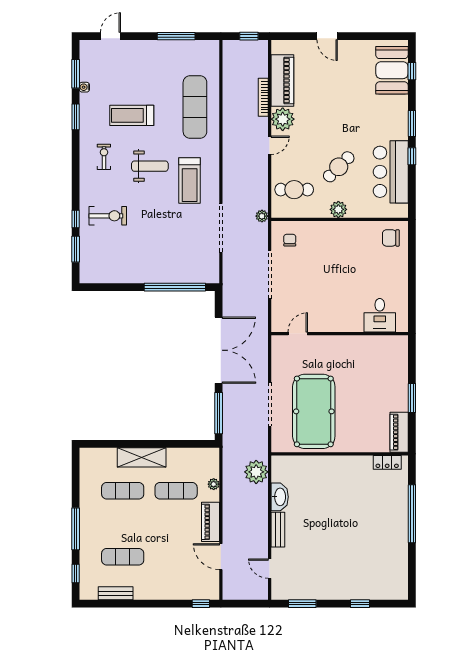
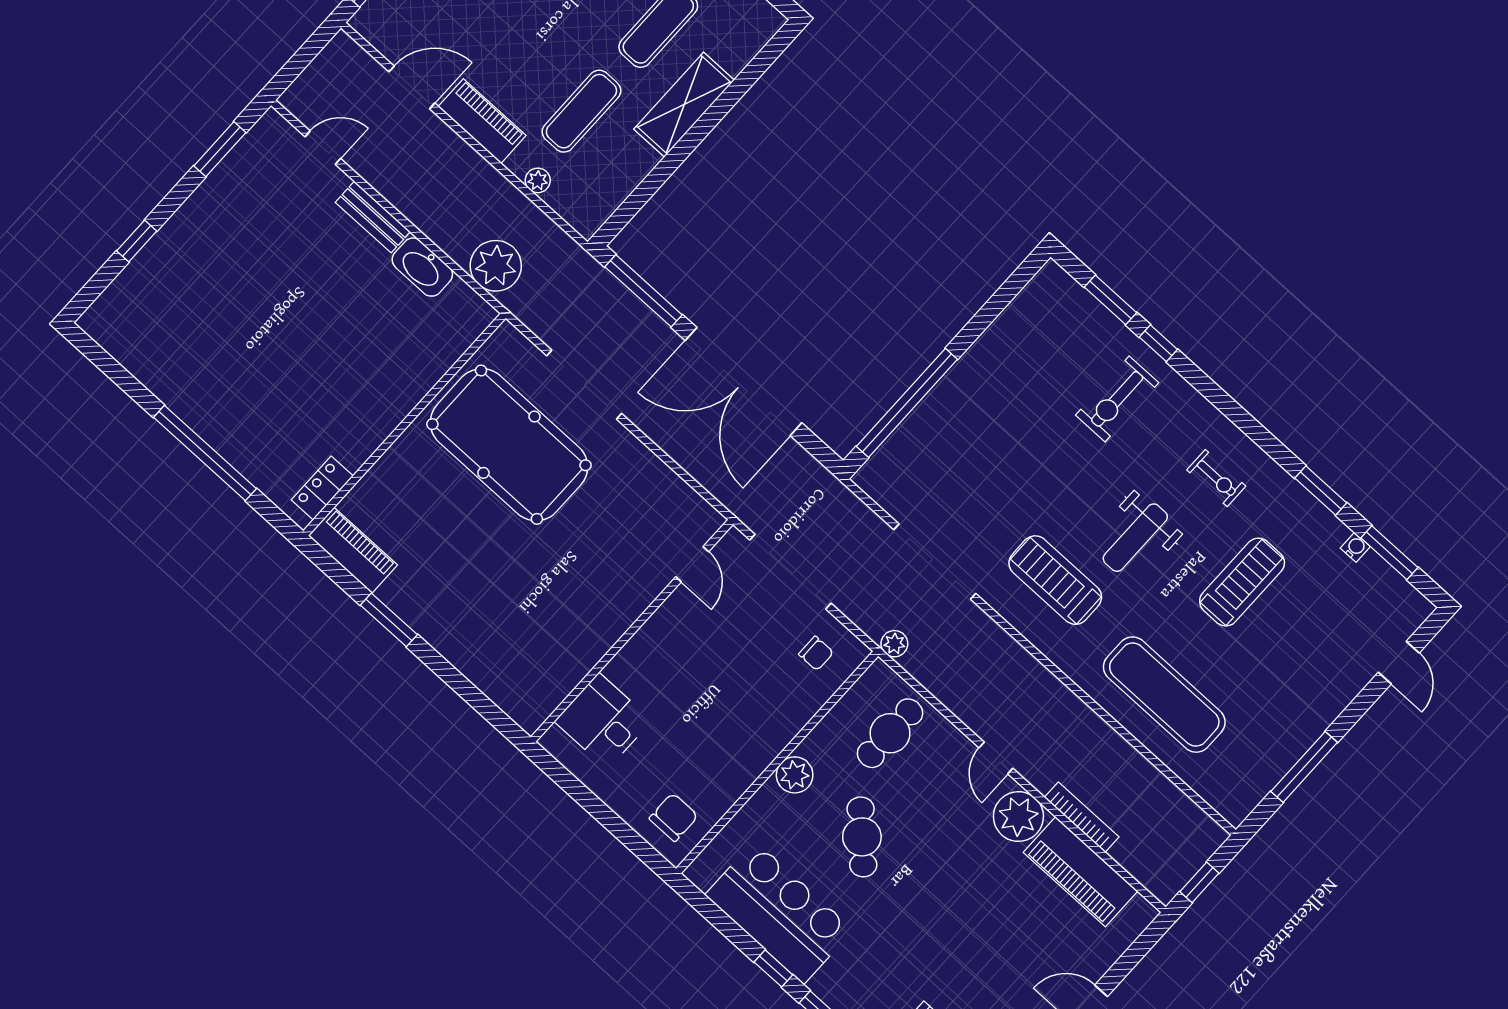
desk: (380, 315) -> (603, 721), moved
door: (298, 334) -> (692, 564), moved
wall: (340, 334) -> (632, 631), moved

